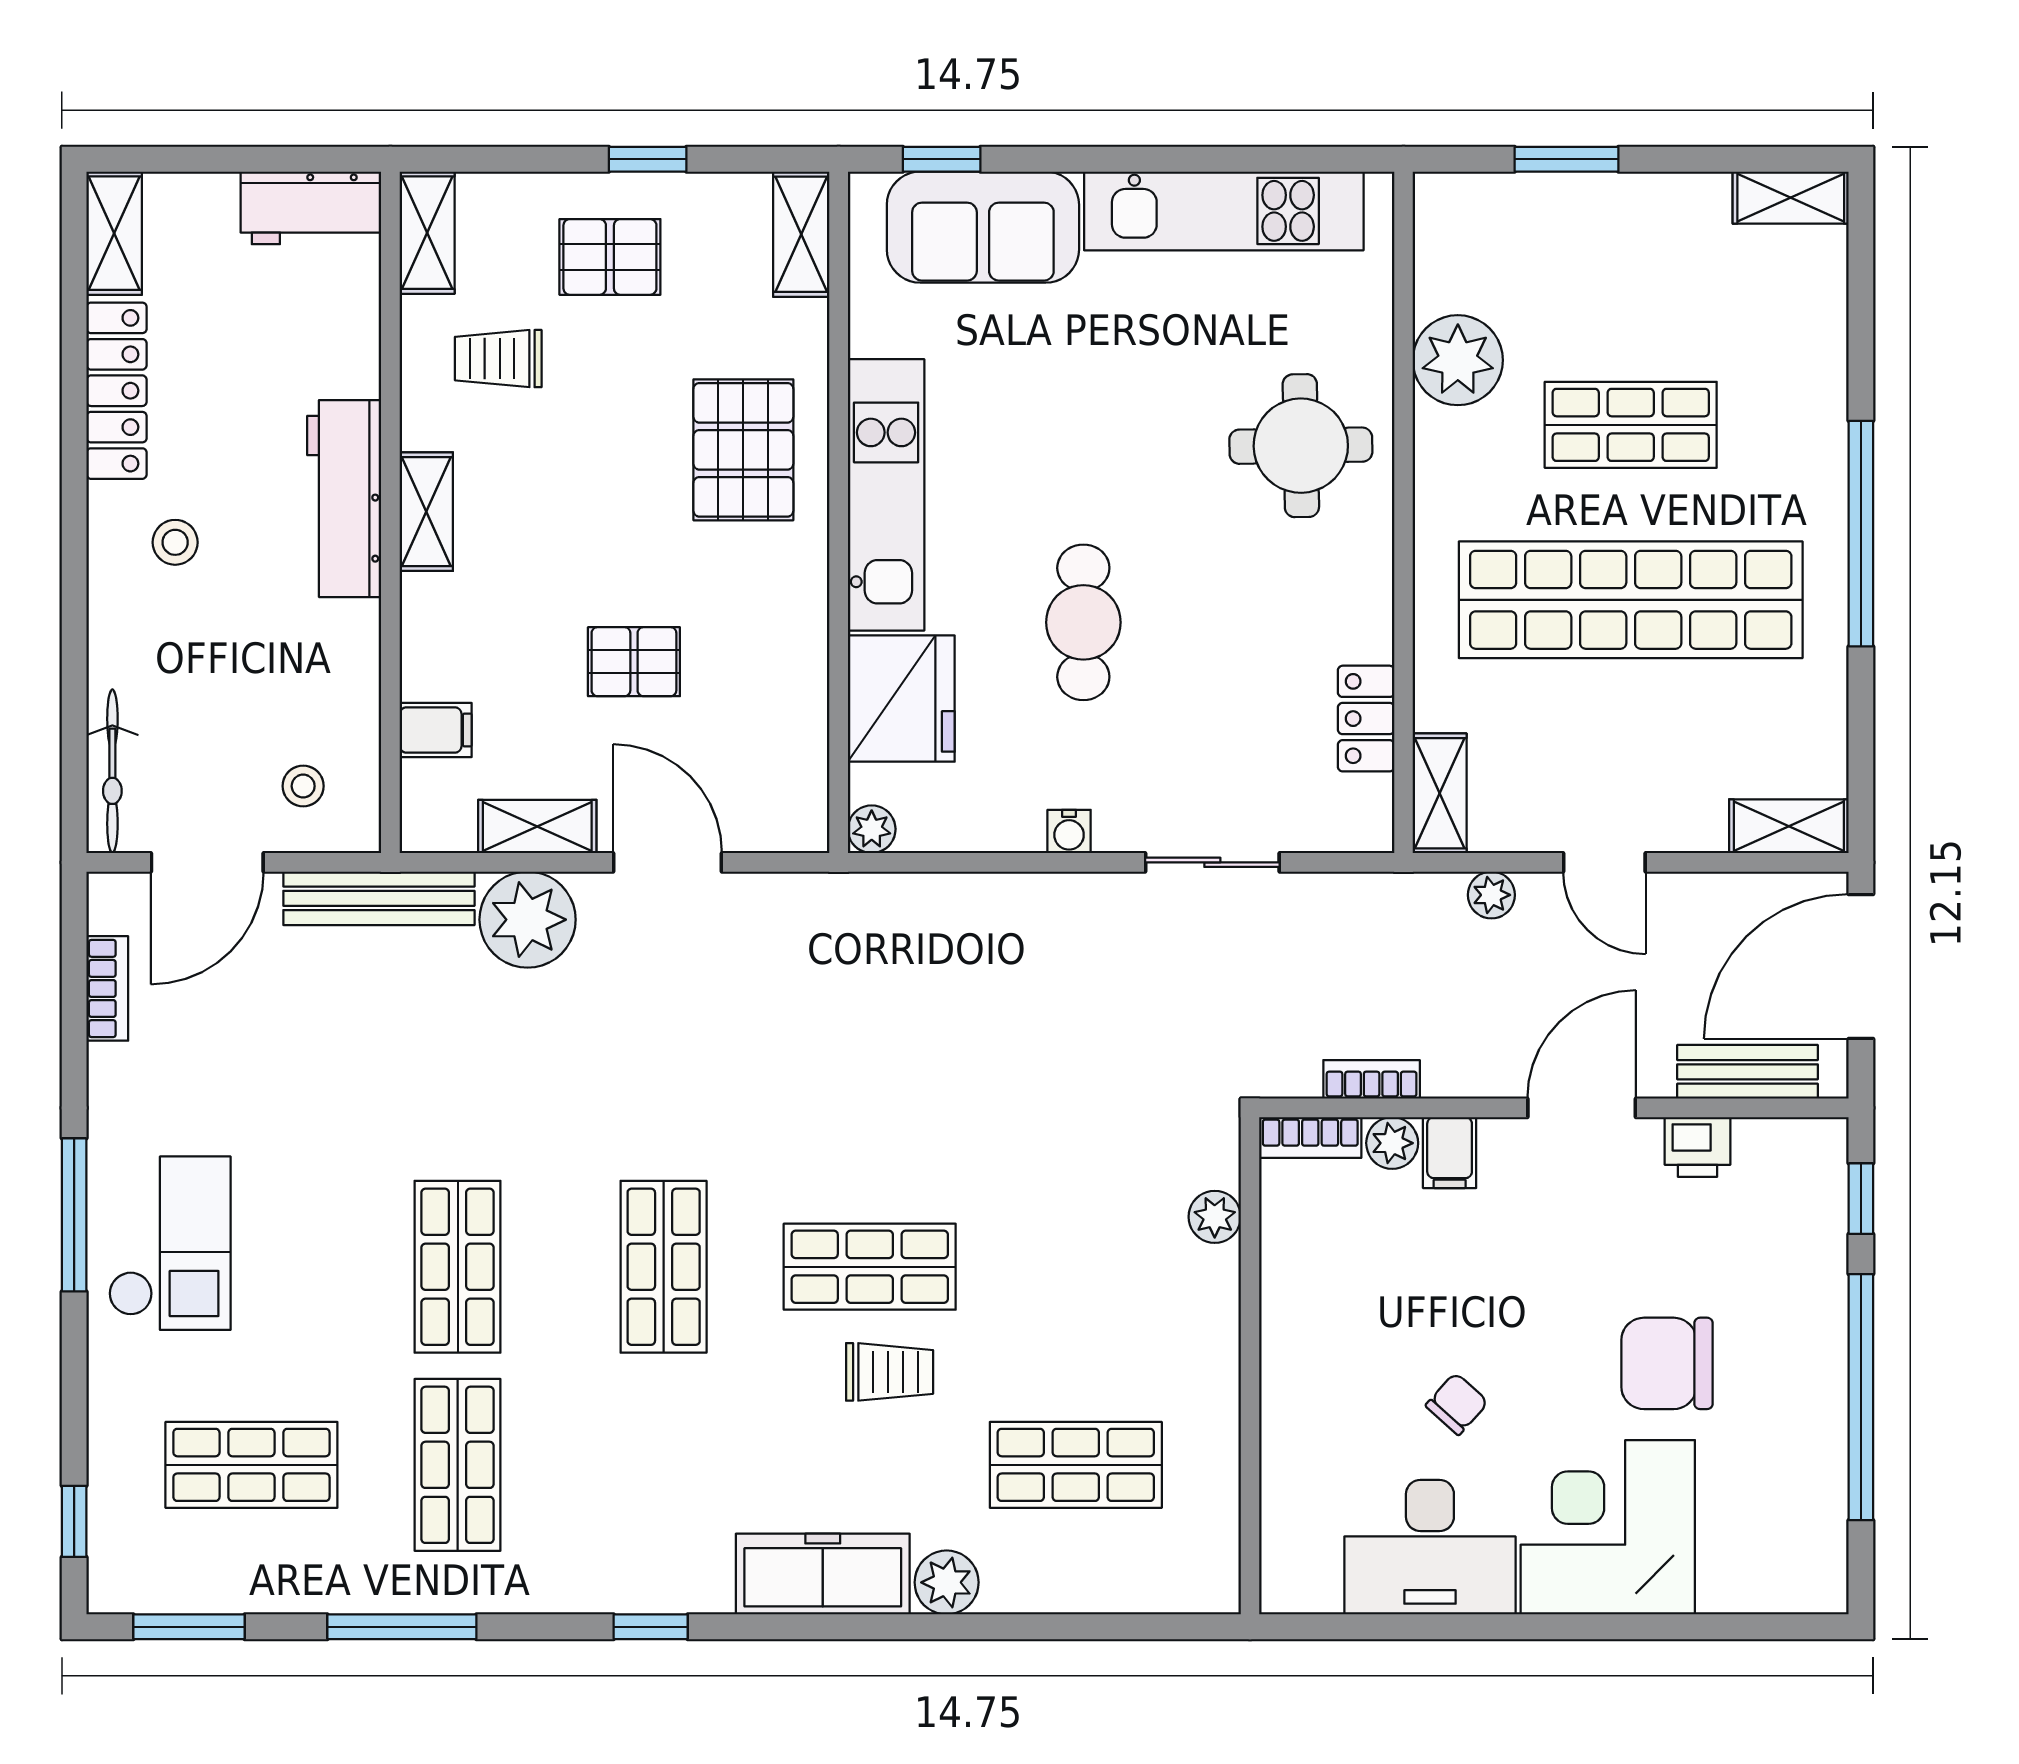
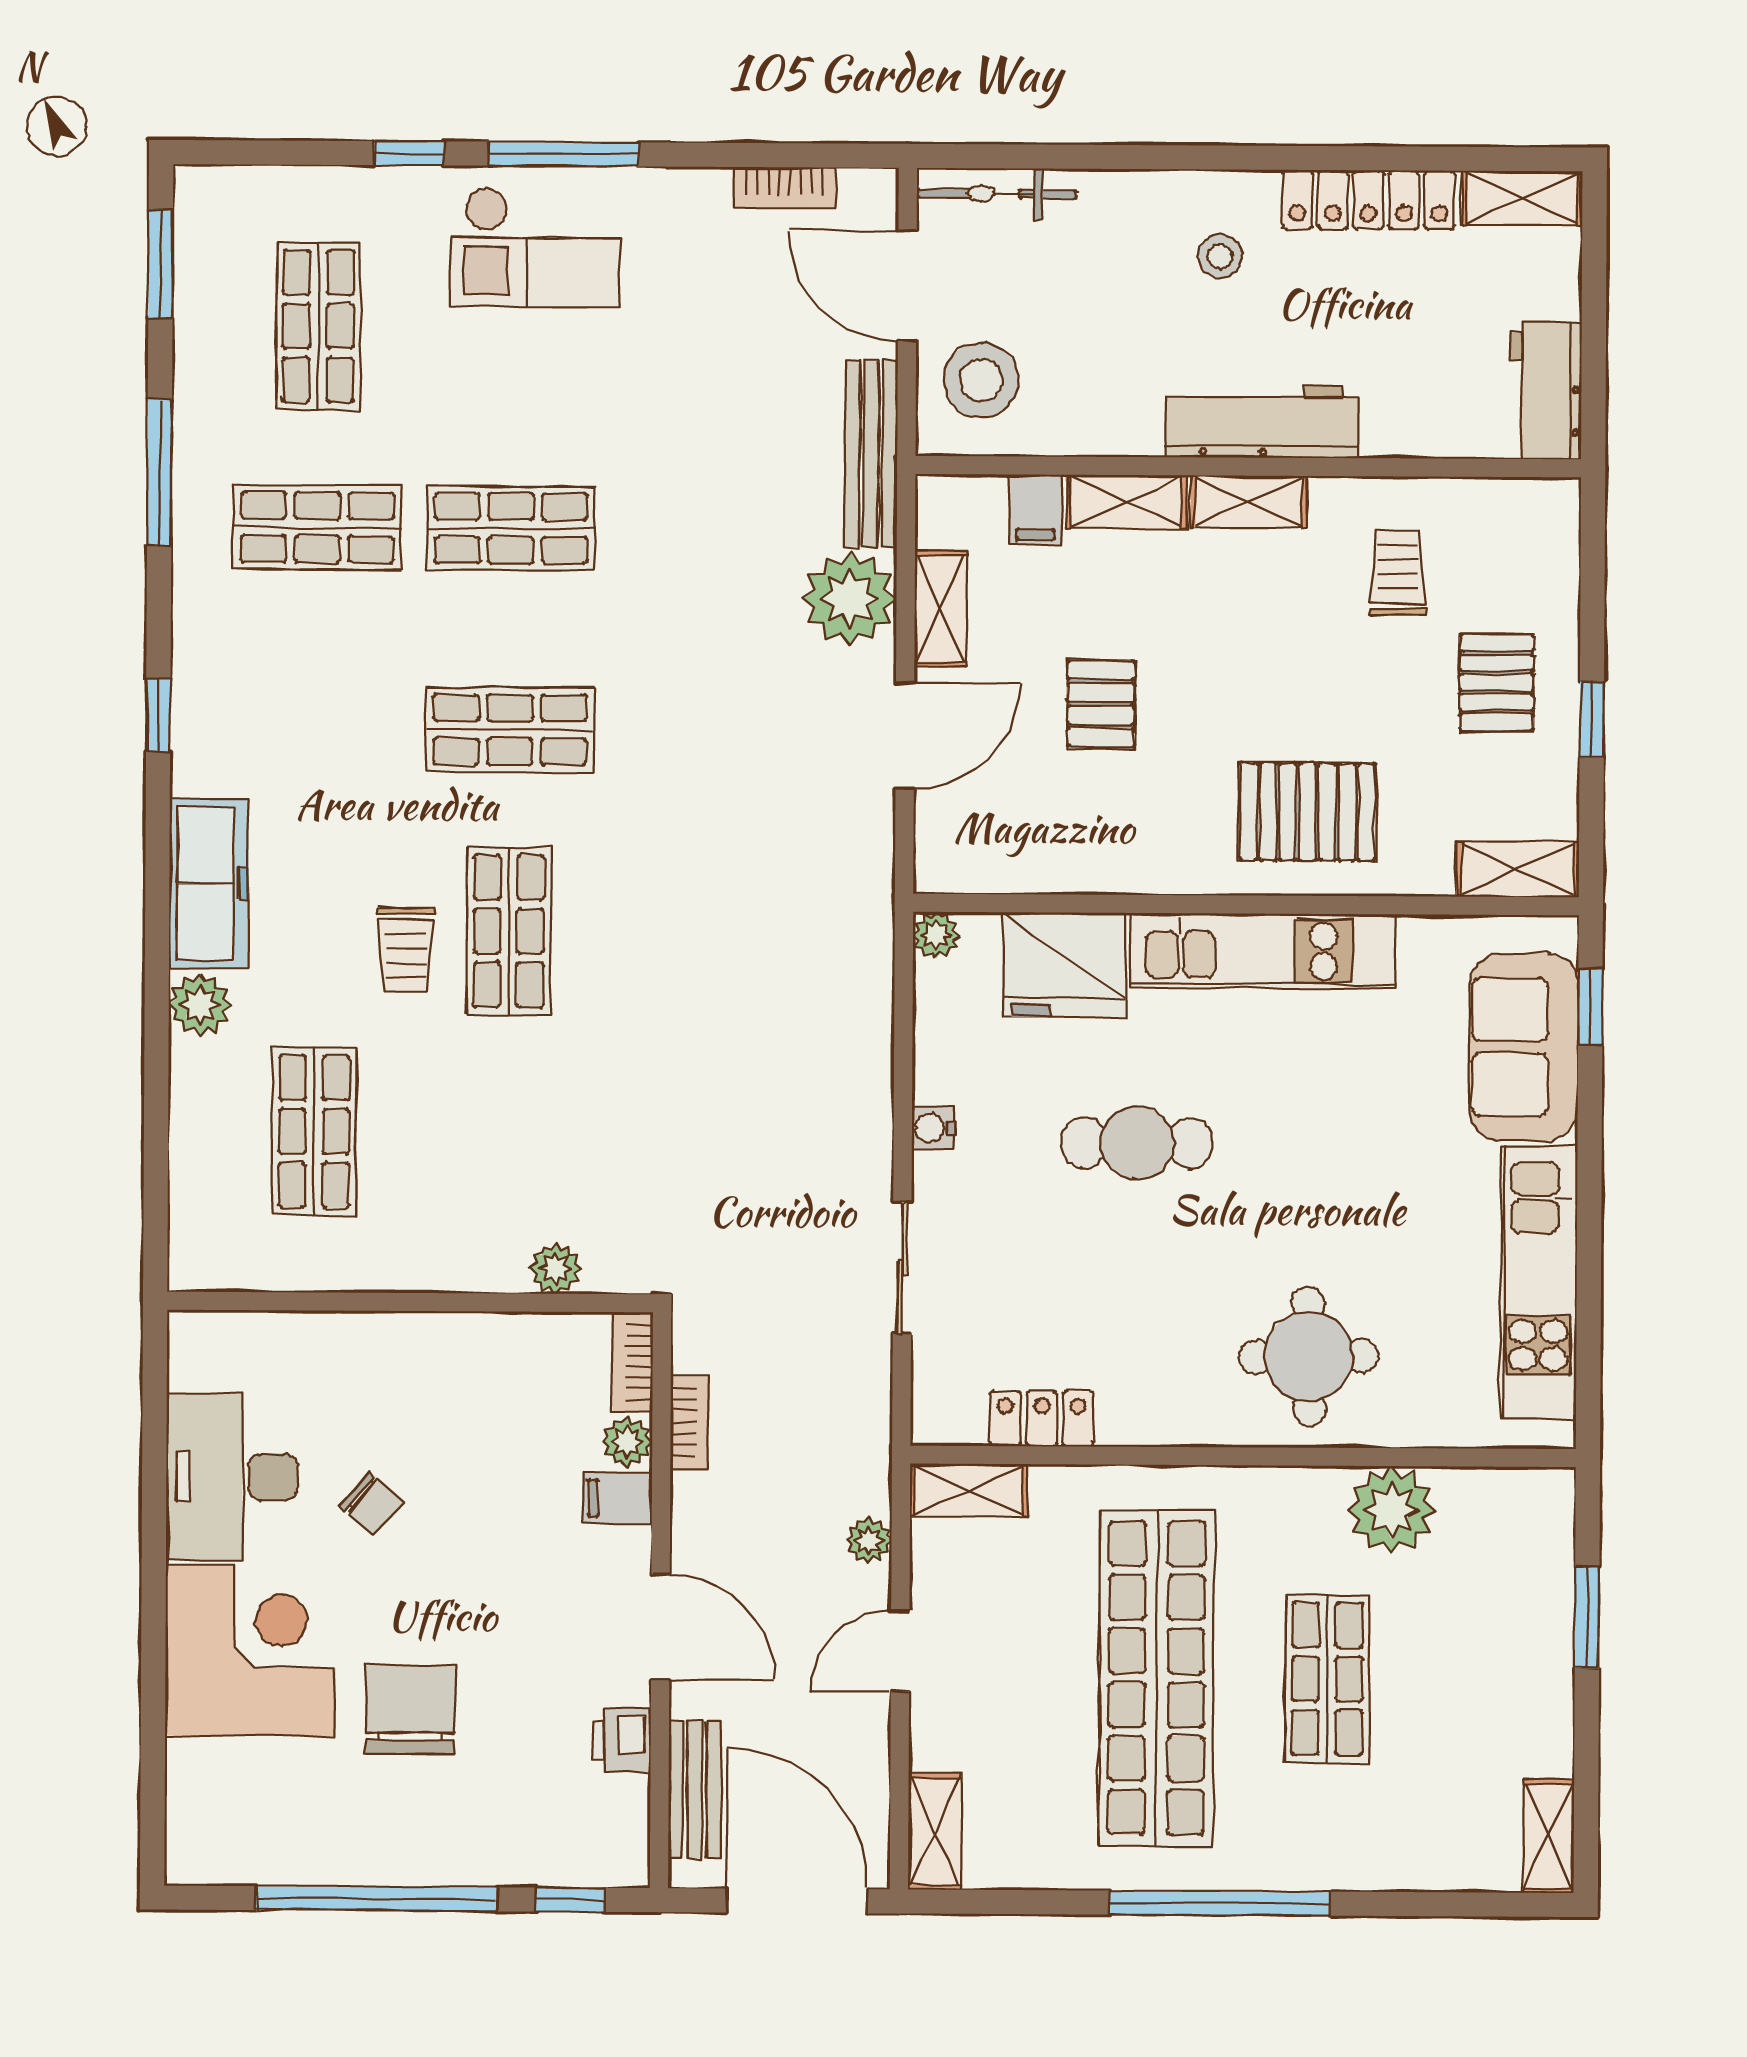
shelving: (427, 233) -> (1126, 502), moved
stool: (303, 786) -> (981, 380), width x1.89, depth x1.89
window: (74, 1521) -> (409, 153), moved

